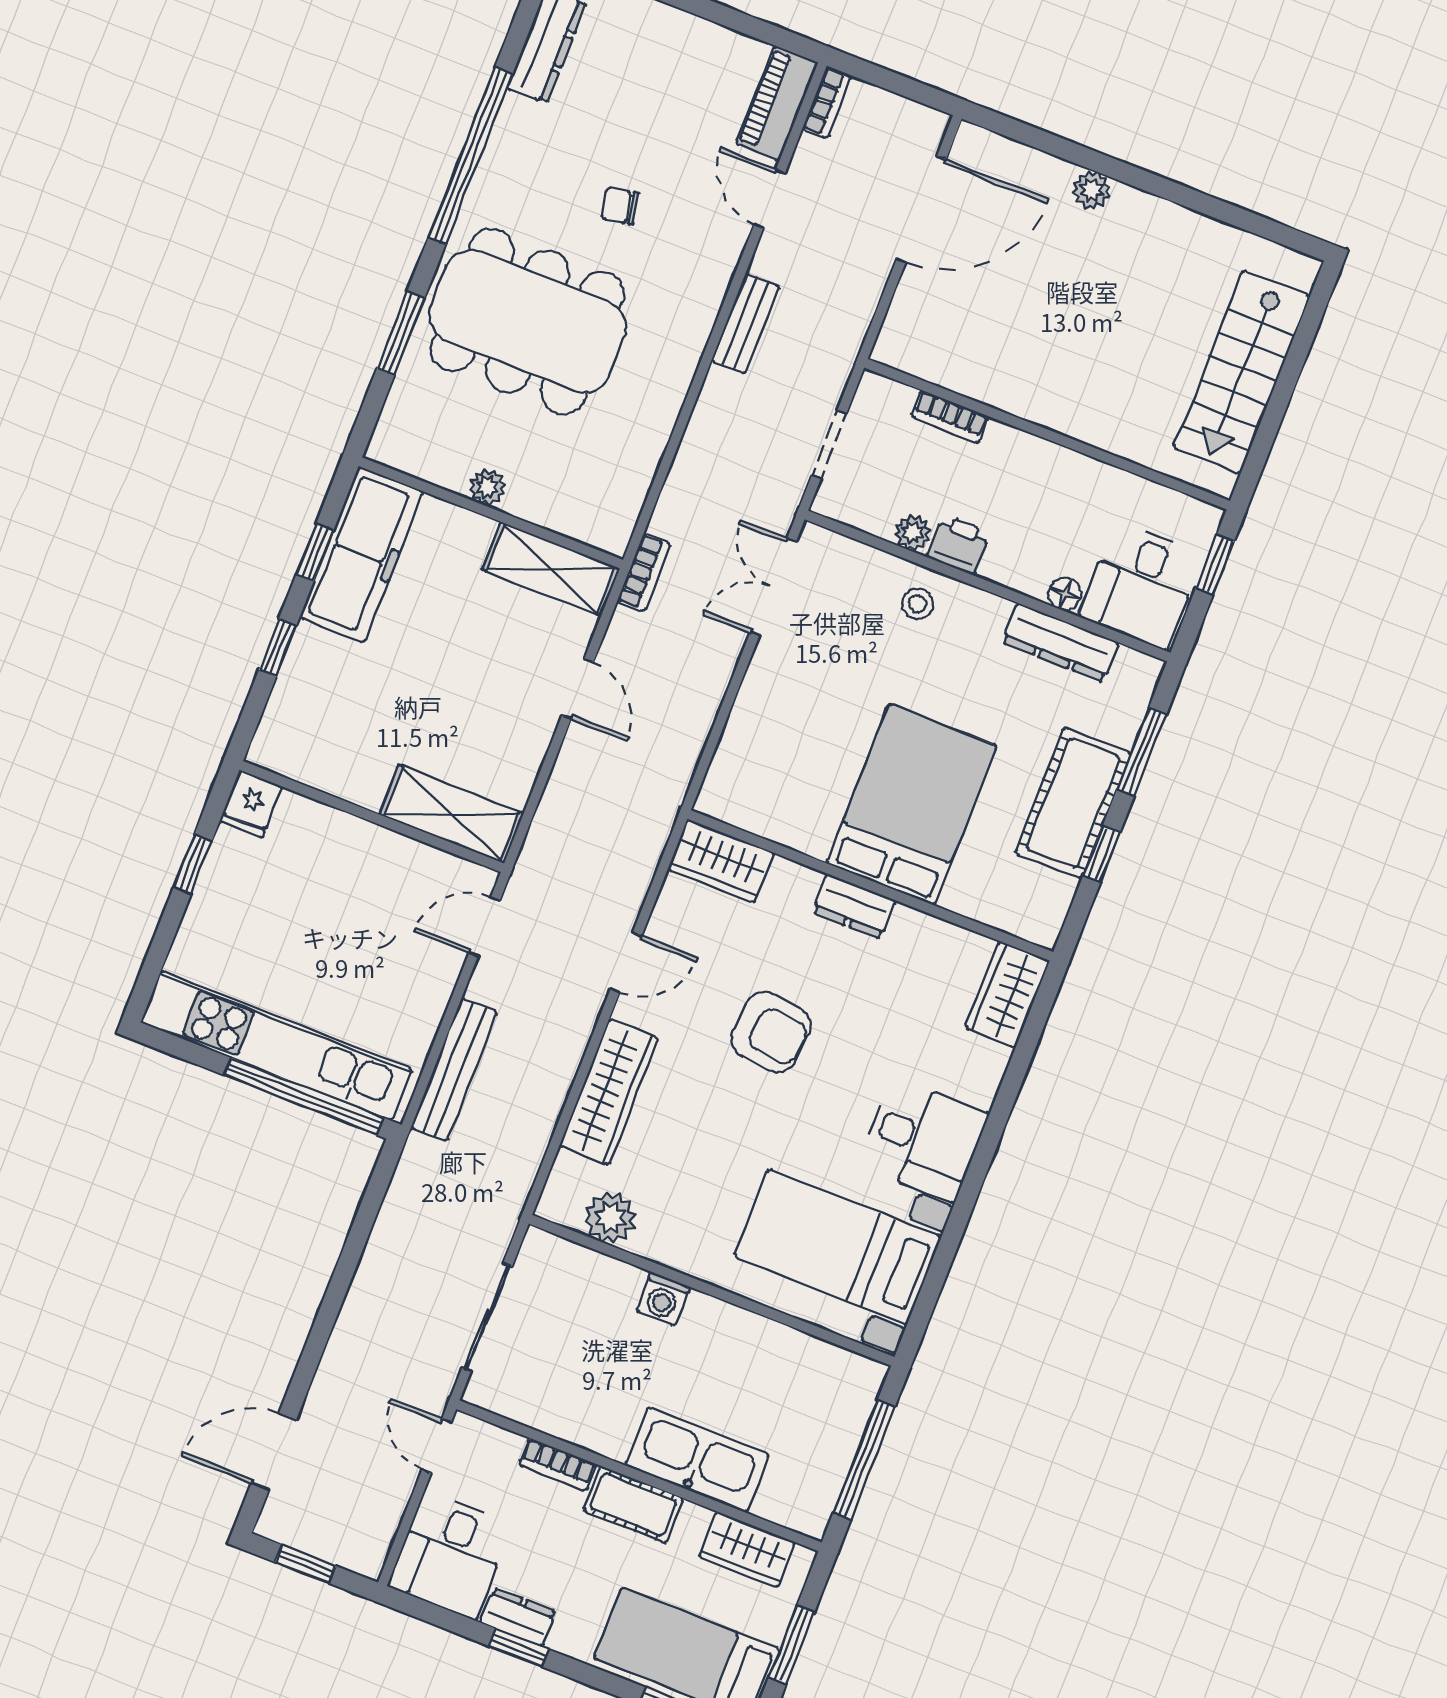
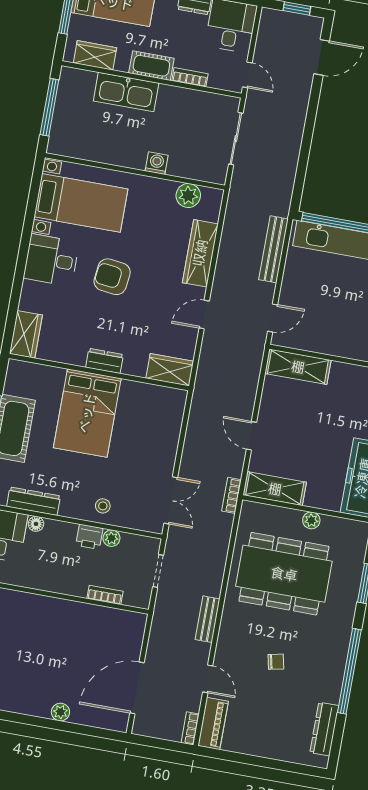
dining table: (527, 321) -> (284, 574), moved
armchair: (771, 1032) -> (112, 277), moved

